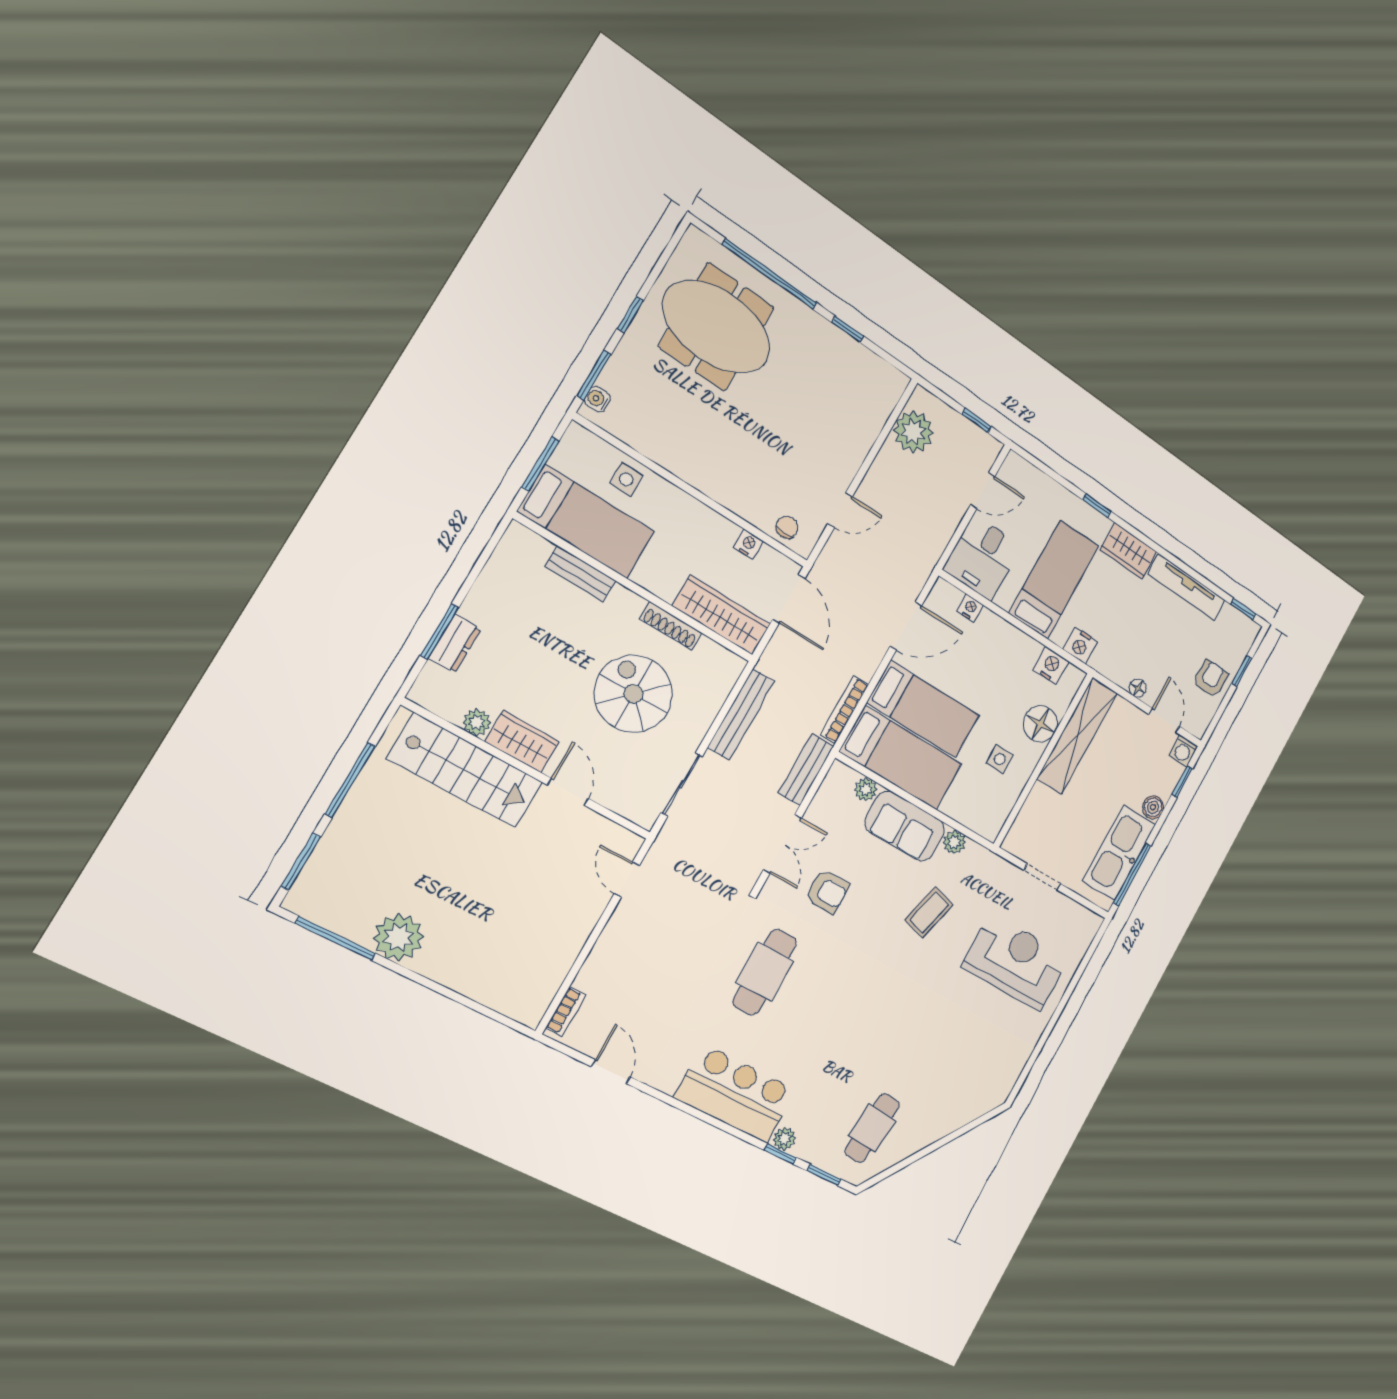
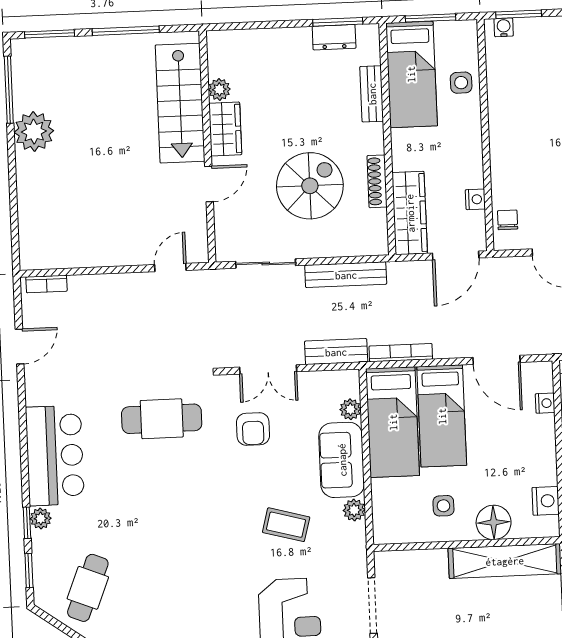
chair: (787, 527) -> (508, 220), turned -90
window: (439, 631) -> (338, 22), moved
dresser: (455, 644) -> (334, 37), moved
doorway: (1042, 877) -> (372, 606), width x1.38
cafe table: (872, 1128) -> (88, 588), turned -73

